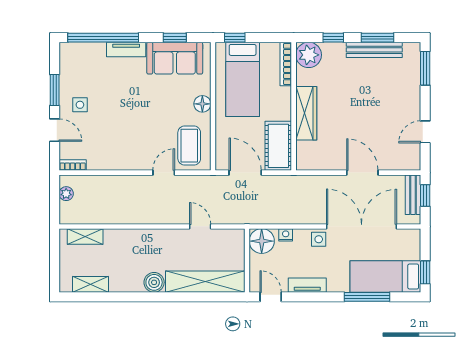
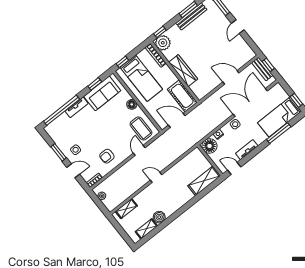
window: (333, 38) -> (160, 32), moved
door: (425, 132) -> (238, 27), moved
armchair: (115, 146) -> (107, 156), added
door: (200, 226) -> (156, 177), moved
boiler: (154, 282) -> (159, 217), moved
shelving: (205, 282) -> (204, 181), width x0.68

